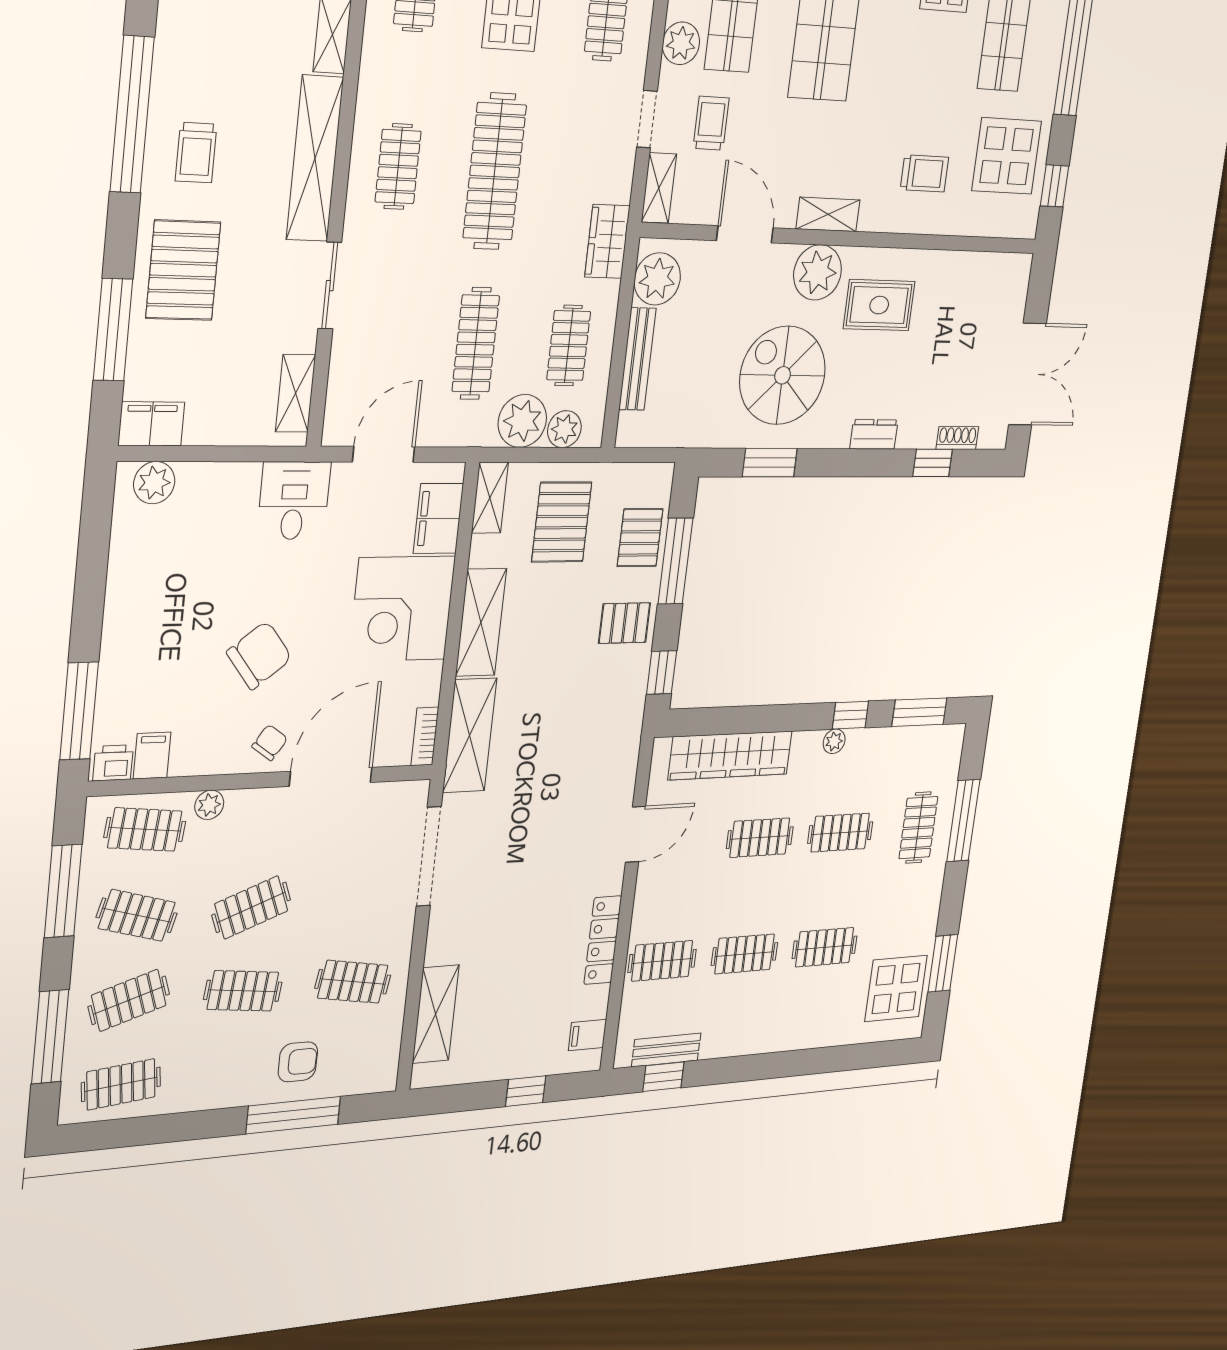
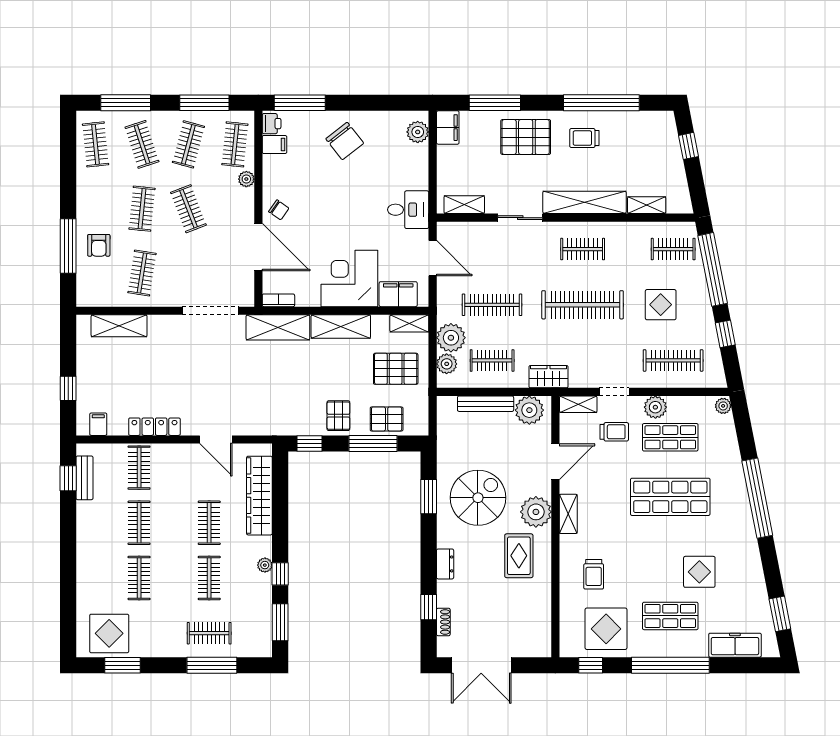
chair: (259, 655) -> (345, 141), moved

